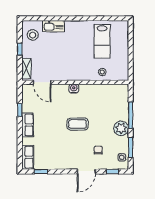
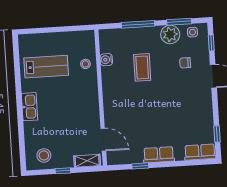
kitchen sink: (54, 26) -> (30, 107), moved
door: (42, 82) -> (103, 140), hinge flipped
water cooler: (74, 89) -> (106, 60), moved
coffee table: (78, 124) -> (142, 67), moved
plant: (121, 128) -> (170, 34), moved

